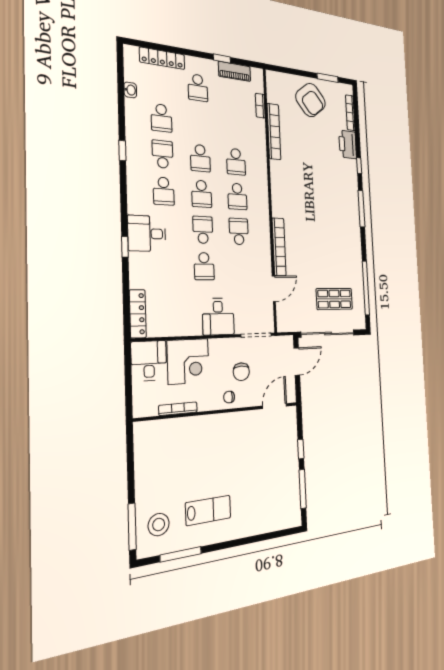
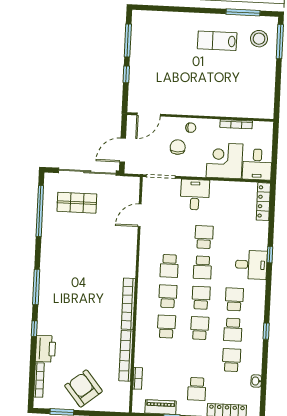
school desk: (198, 88) -> (197, 389), turned 180
bookcase: (279, 247) -> (128, 304), moved

